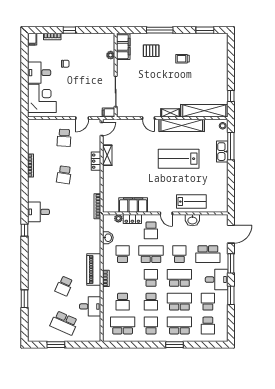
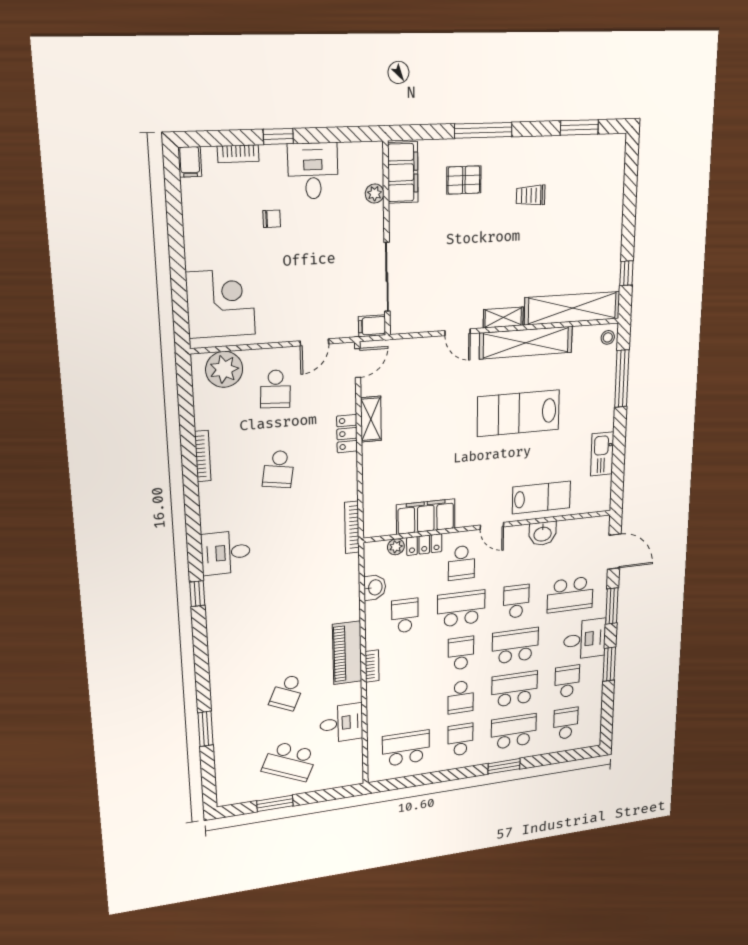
desk: (39, 73) -> (313, 171), moved, turned 90
plant: (42, 127) -> (224, 369), added
kitchen sink: (222, 152) -> (602, 454), moved
door: (231, 234) -> (614, 552), hinge flipped
school desk: (123, 302) -> (406, 705), removed
school desk: (208, 326) -> (566, 723), turned 180

